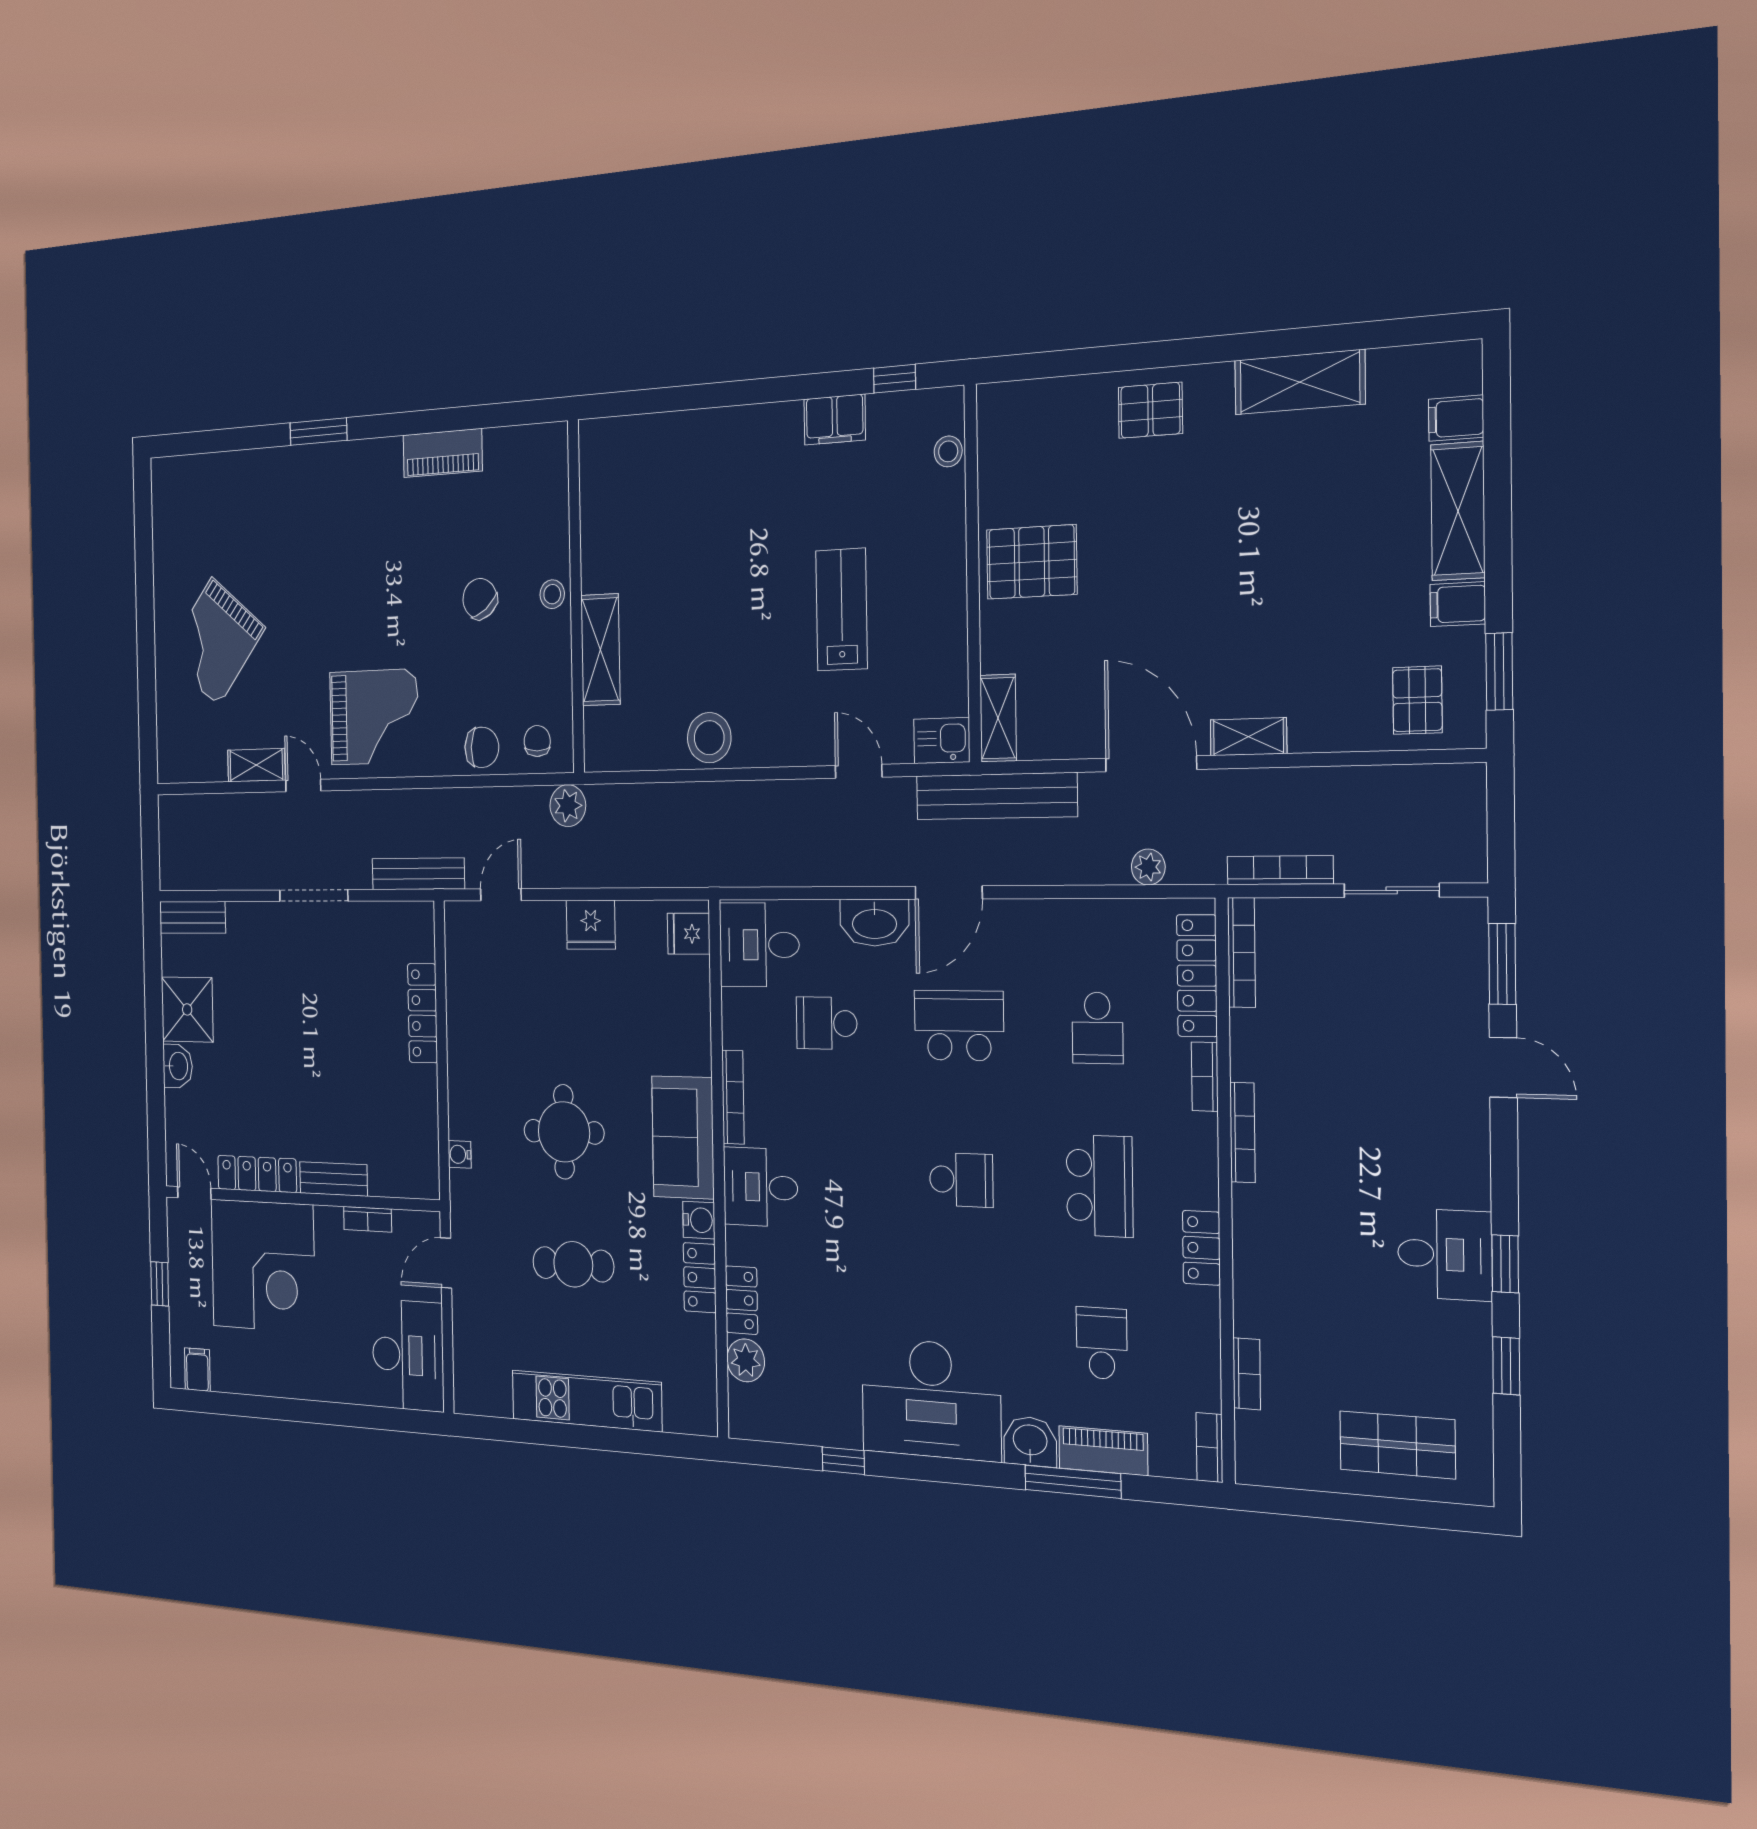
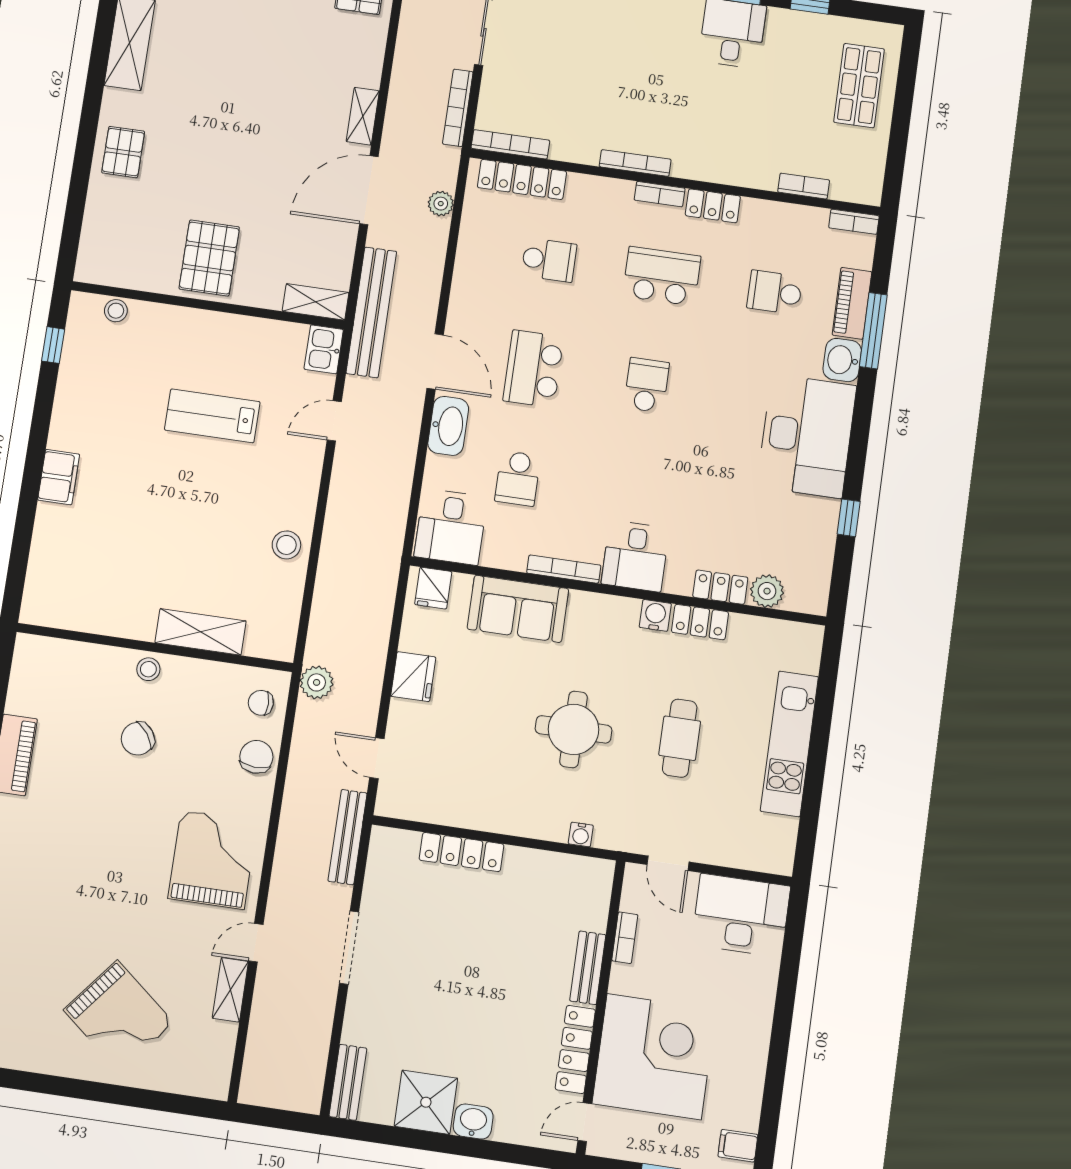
filing cabinet: (835, 419) -> (59, 477), moved
stool: (709, 738) -> (286, 545), width x0.73, depth x0.73
bookcase: (1205, 1077) -> (660, 194), moved
sofa: (683, 1137) -> (518, 609), moved

